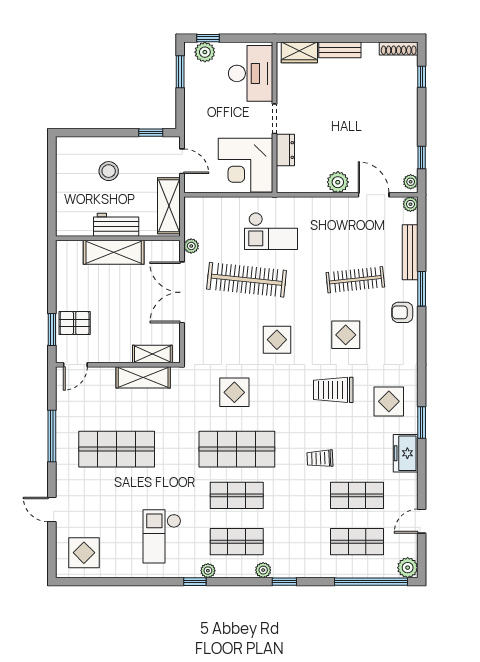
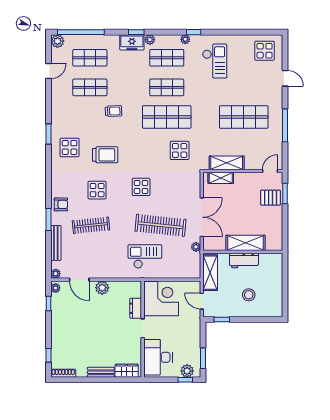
display table: (234, 392) -> (180, 150), moved
freezer: (406, 453) -> (132, 42), moved, turned 90

